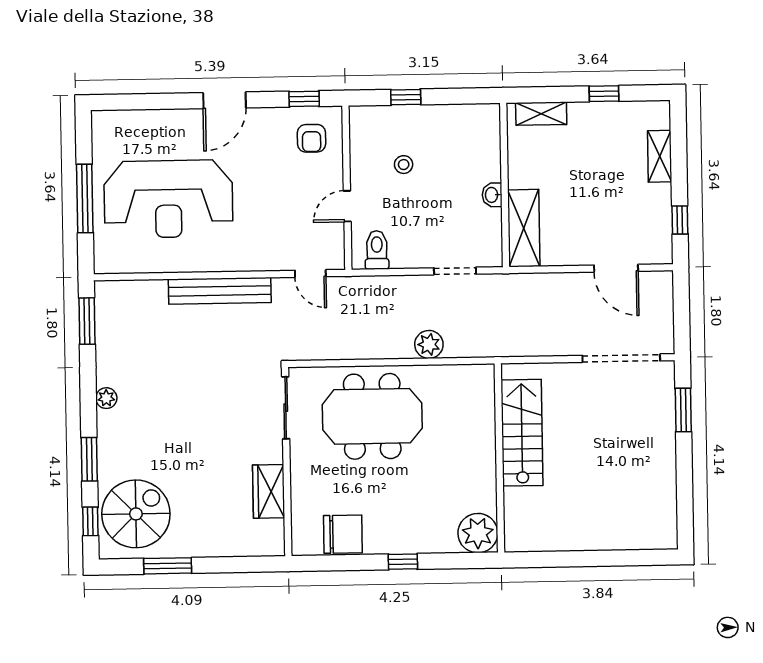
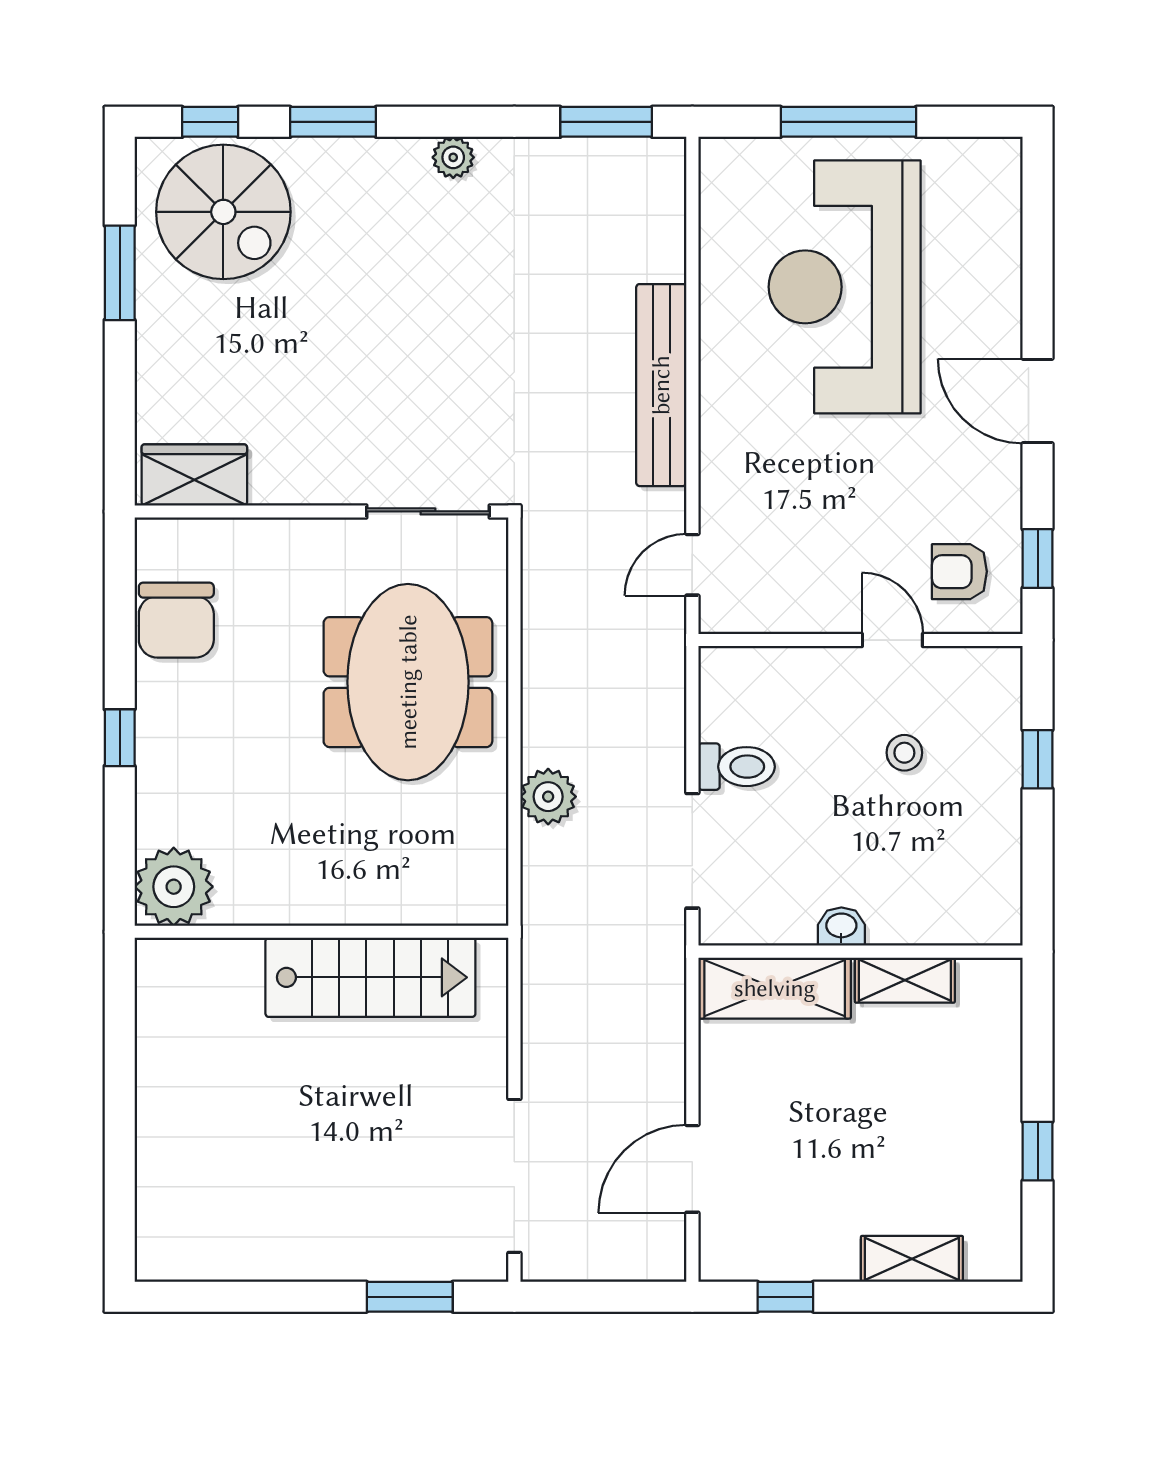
shelving: (541, 114) -> (905, 980), moved, turned 90
door: (347, 206) -> (892, 640), moved
toilet: (377, 250) -> (737, 767), moved
doorway: (455, 271) -> (692, 851), width x1.38
wardrobe: (269, 491) -> (194, 475), moved

